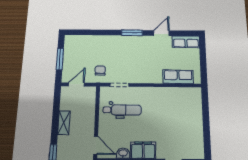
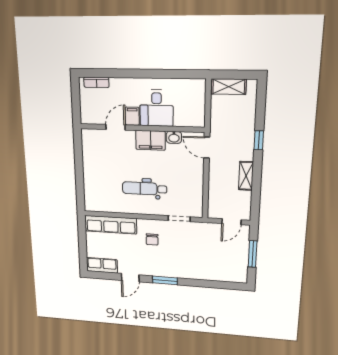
chair: (100, 71) -> (152, 239), moved
row of seats: (178, 77) -> (111, 225), width x1.48
dental chair: (122, 110) -> (145, 189), moved

